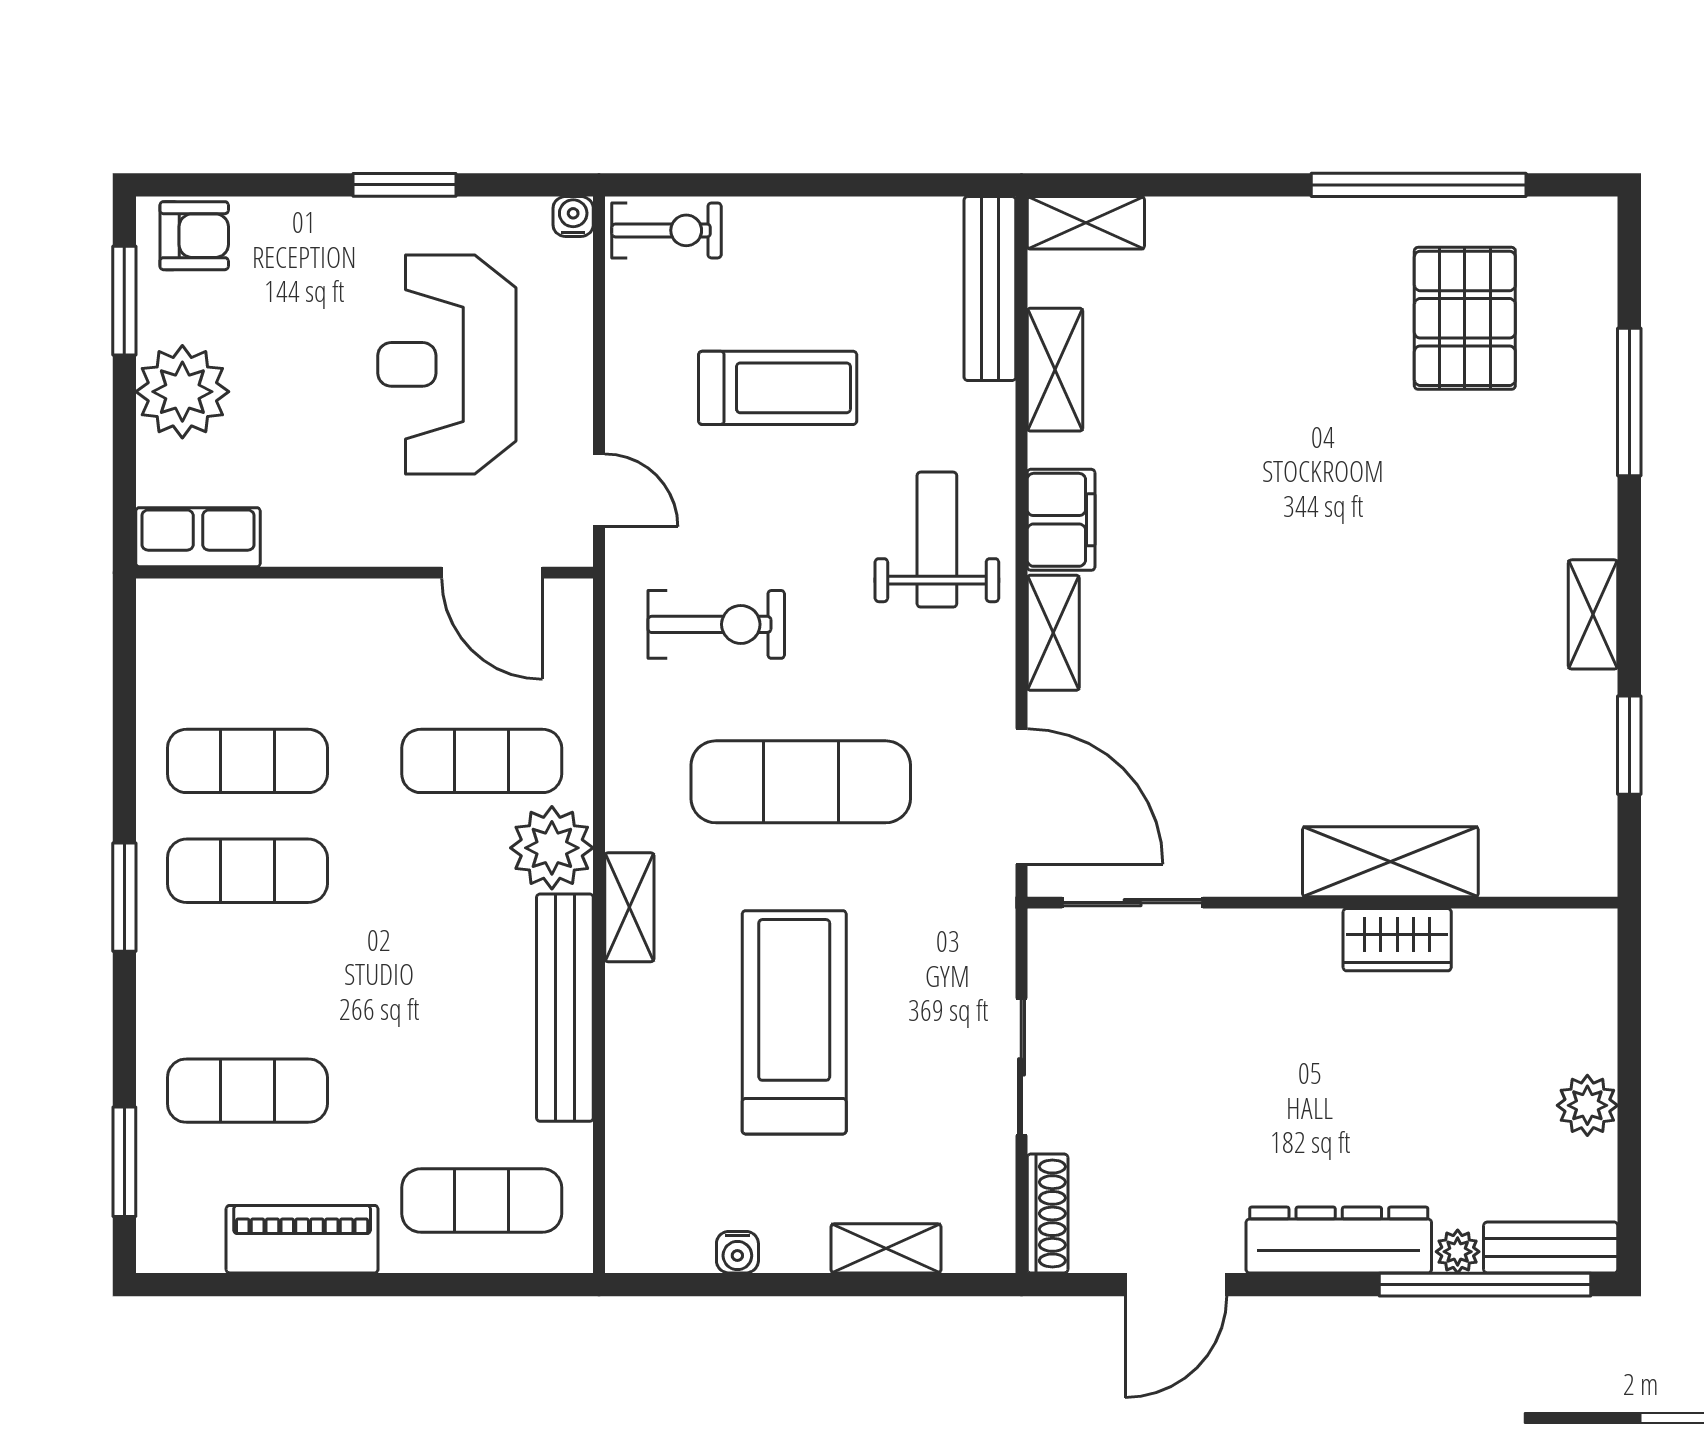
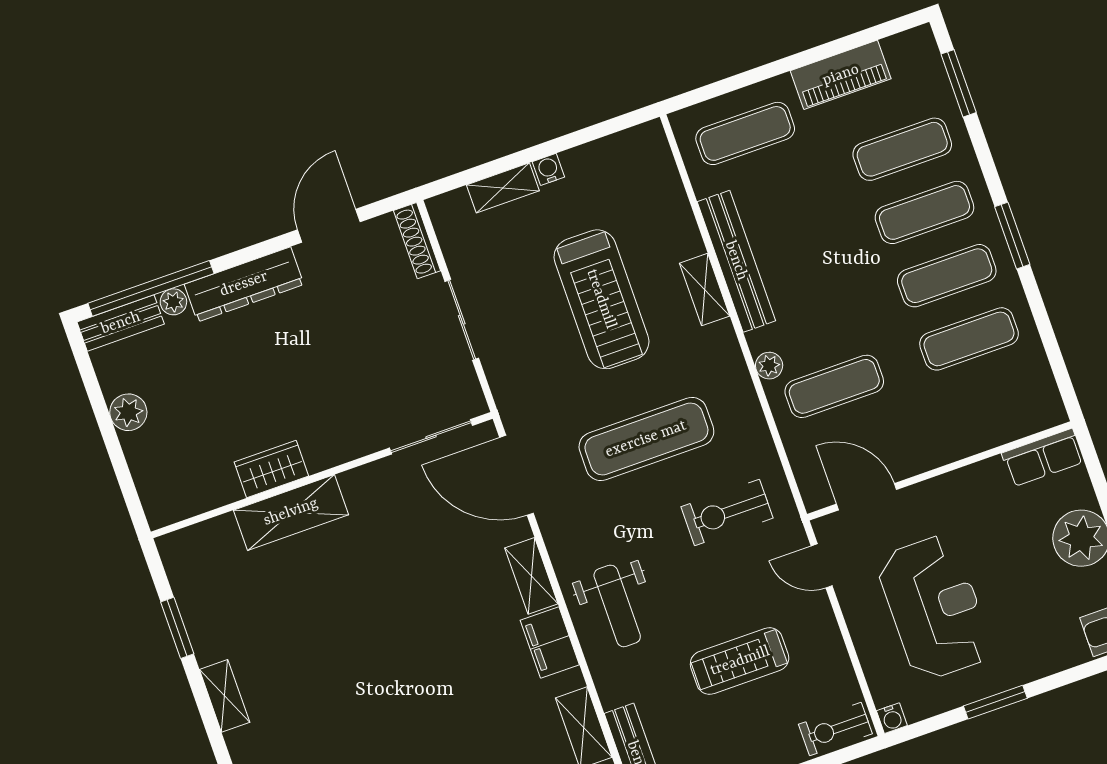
plant: (552, 848) -> (769, 366), width x0.53, depth x0.53
shelving: (629, 907) -> (705, 290), moved
exercise mat: (247, 981) -> (924, 212), added
water cooler: (737, 1252) -> (548, 169), moved

